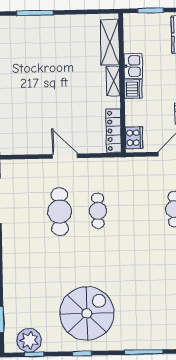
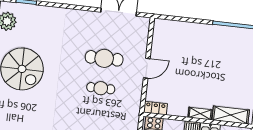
locker: (114, 131) -> (155, 108), width x0.66

